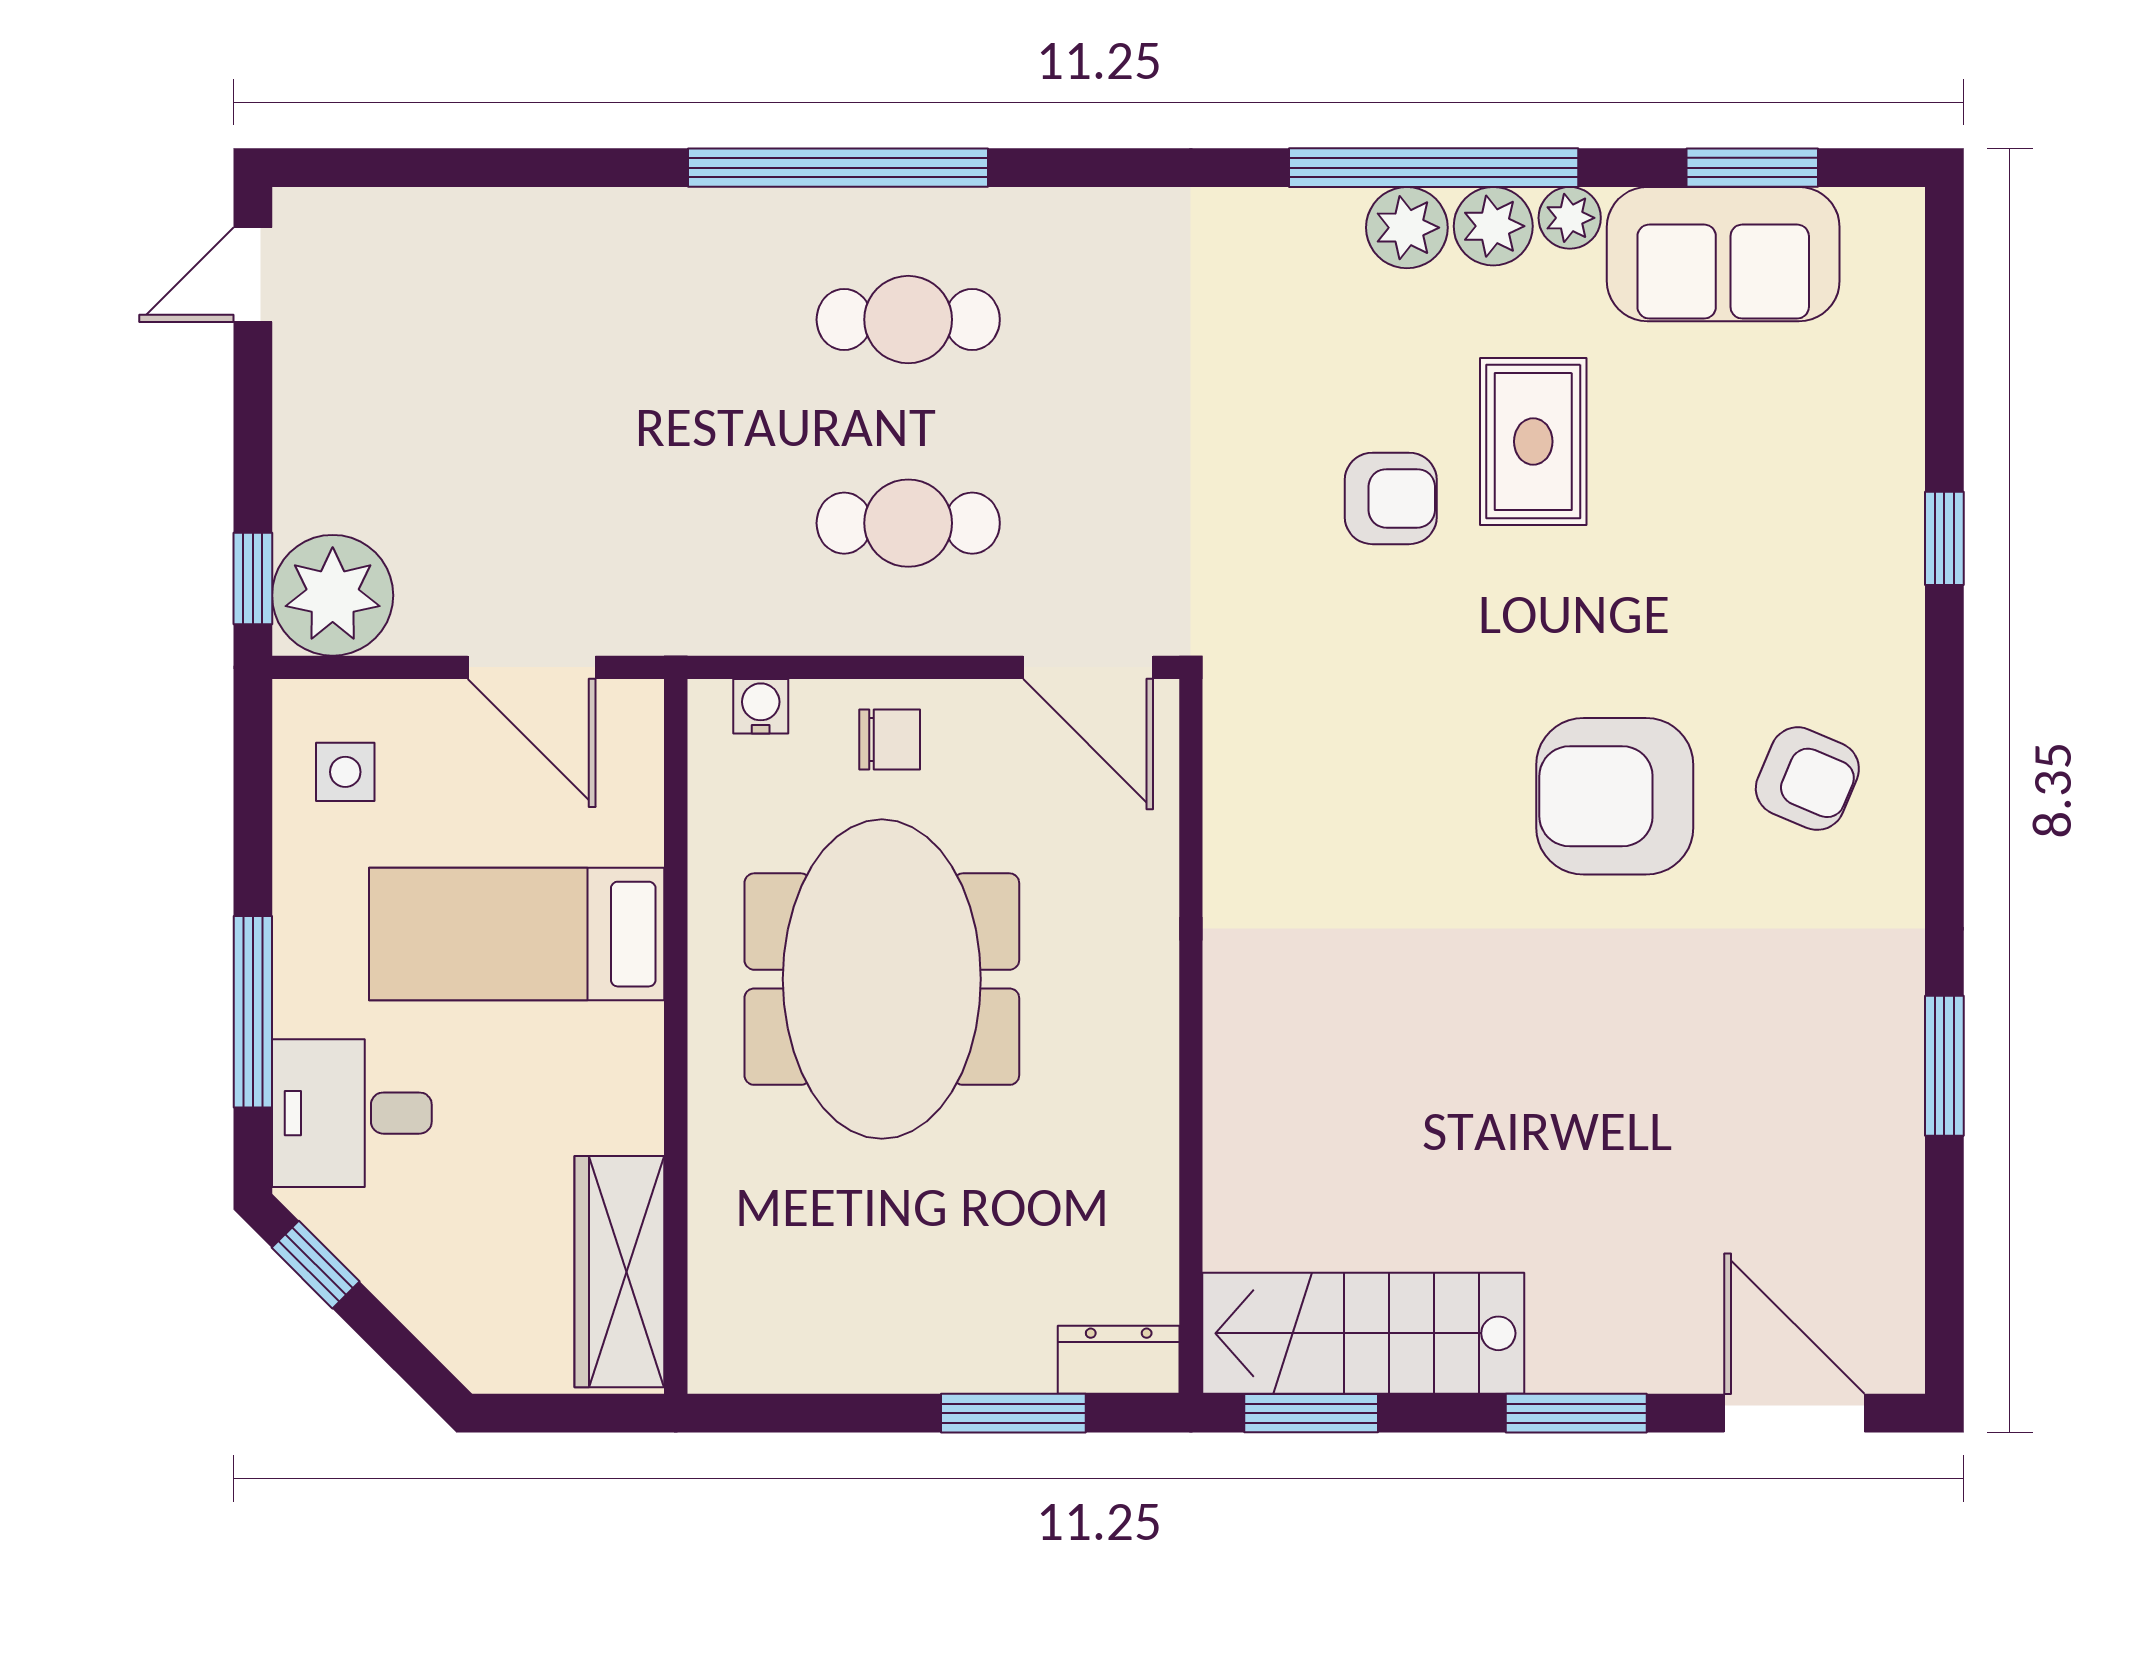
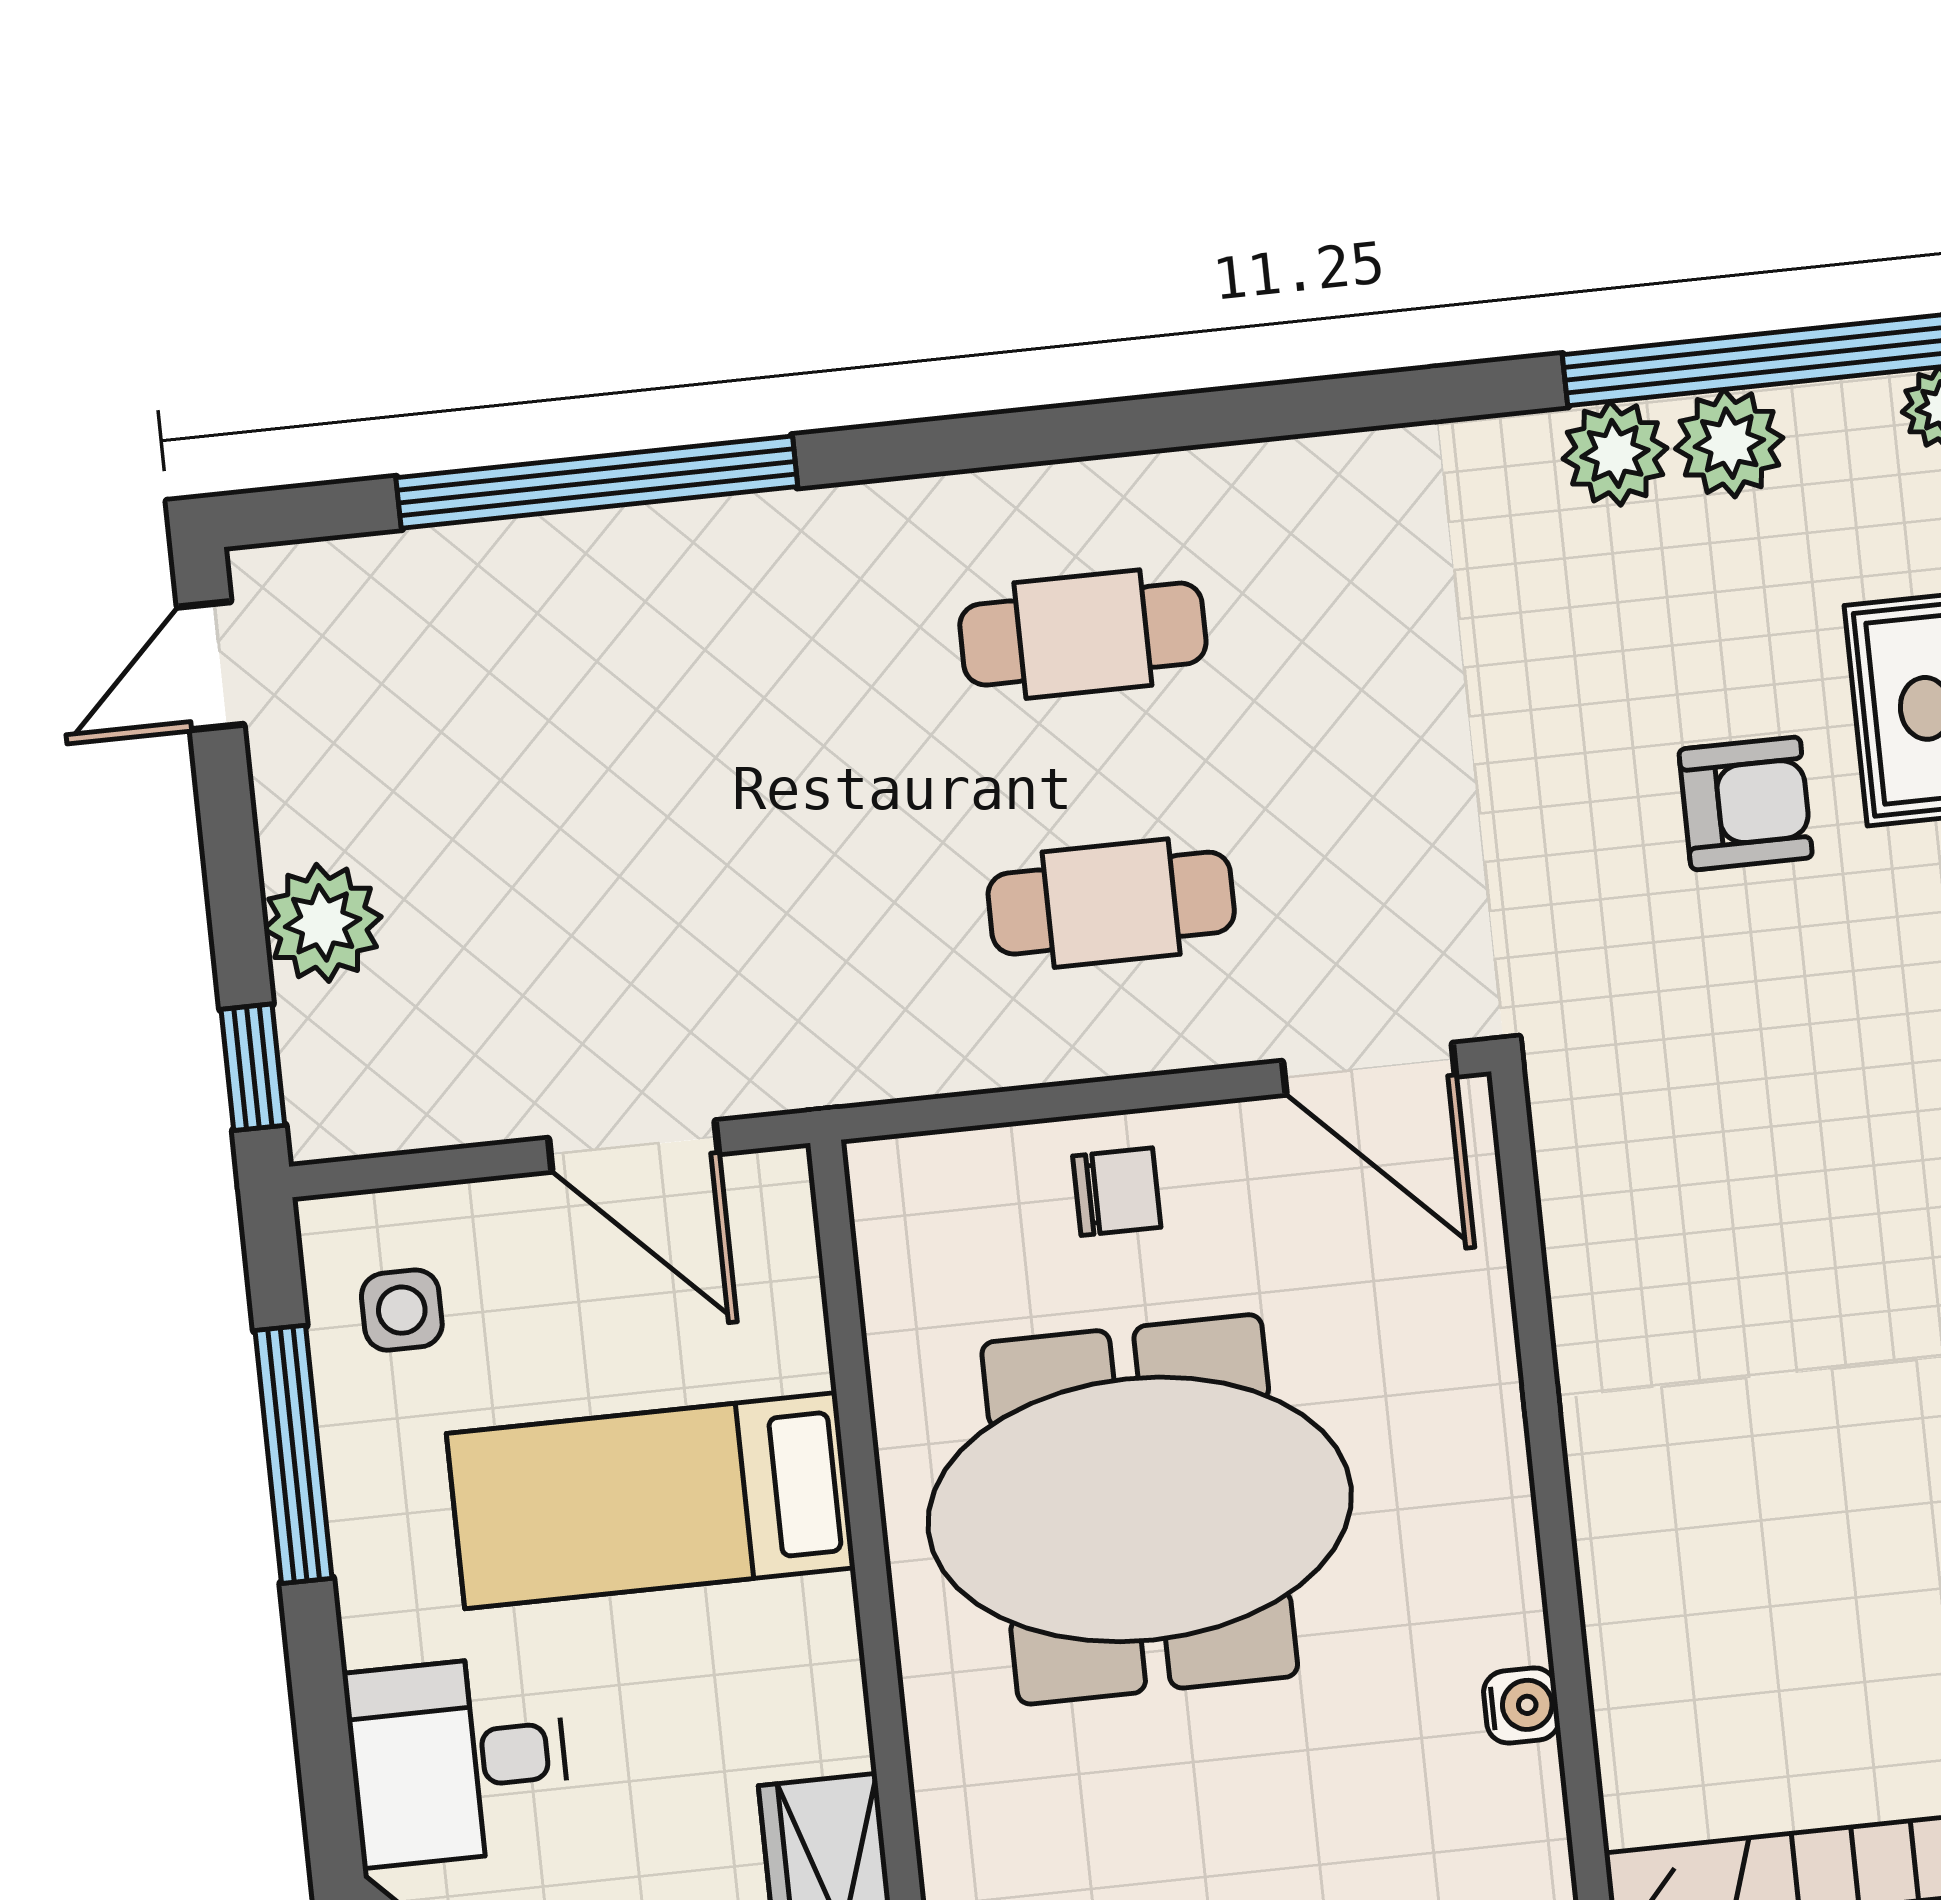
window: (838, 168) -> (597, 482), moved
plant: (1493, 226) -> (1615, 453), moved
plant: (333, 595) -> (323, 923), moved, width x0.73, depth x0.73
water cooler: (761, 706) -> (1521, 1705), moved, turned 90
meeting table: (882, 979) -> (1140, 1509), turned 90
window: (253, 1012) -> (293, 1454), moved

